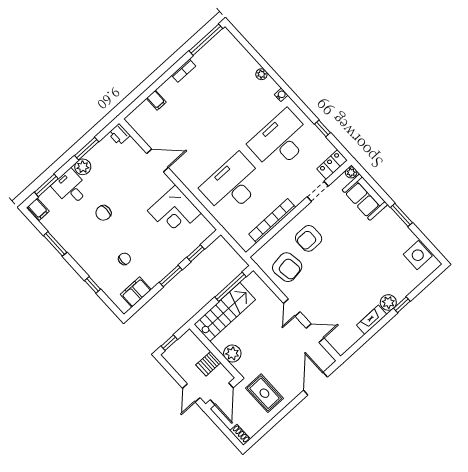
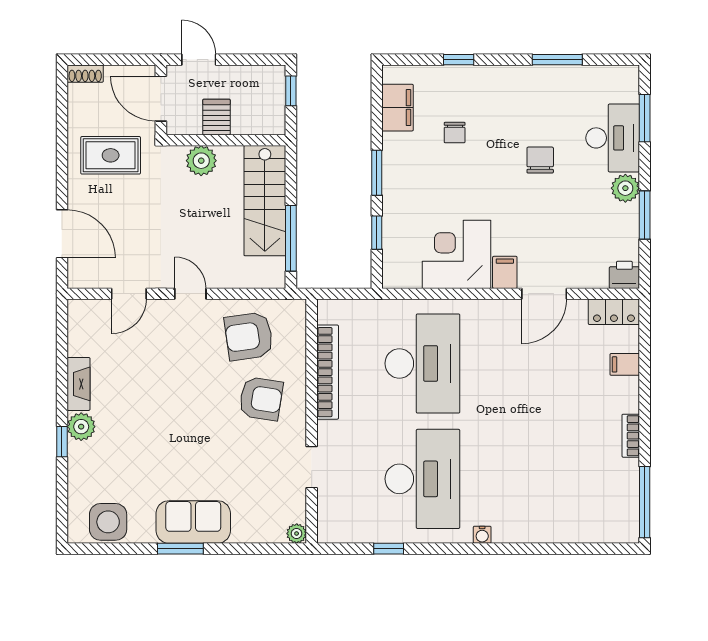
plant: (261, 74) -> (533, 534), removed
locker: (332, 165) -> (614, 312), moved, turned 90
desk: (71, 188) -> (613, 138), width x1.37
sofa: (365, 197) -> (193, 522), moved
filing cabinet: (38, 209) -> (505, 272), moved, turned 90
armchair: (309, 238) -> (261, 399), turned 99

